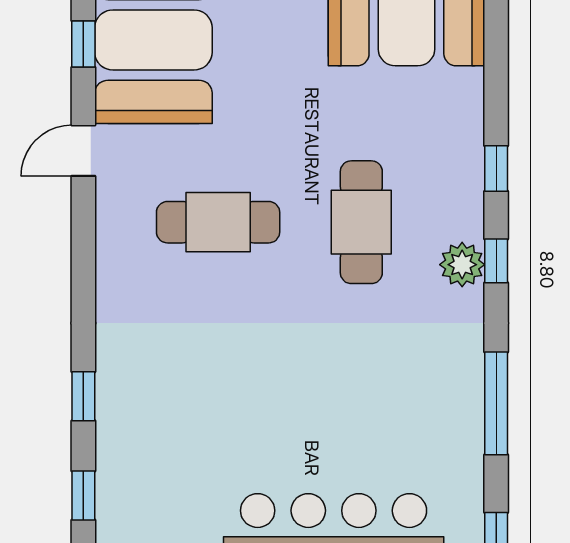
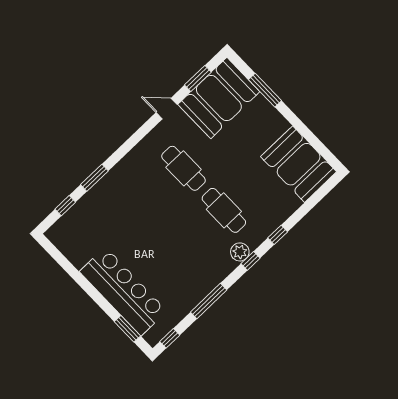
window: (83, 44) -> (198, 79), width x1.50
cafe table: (361, 222) -> (224, 210), turned 90
window: (83, 396) -> (94, 178), width x1.50

